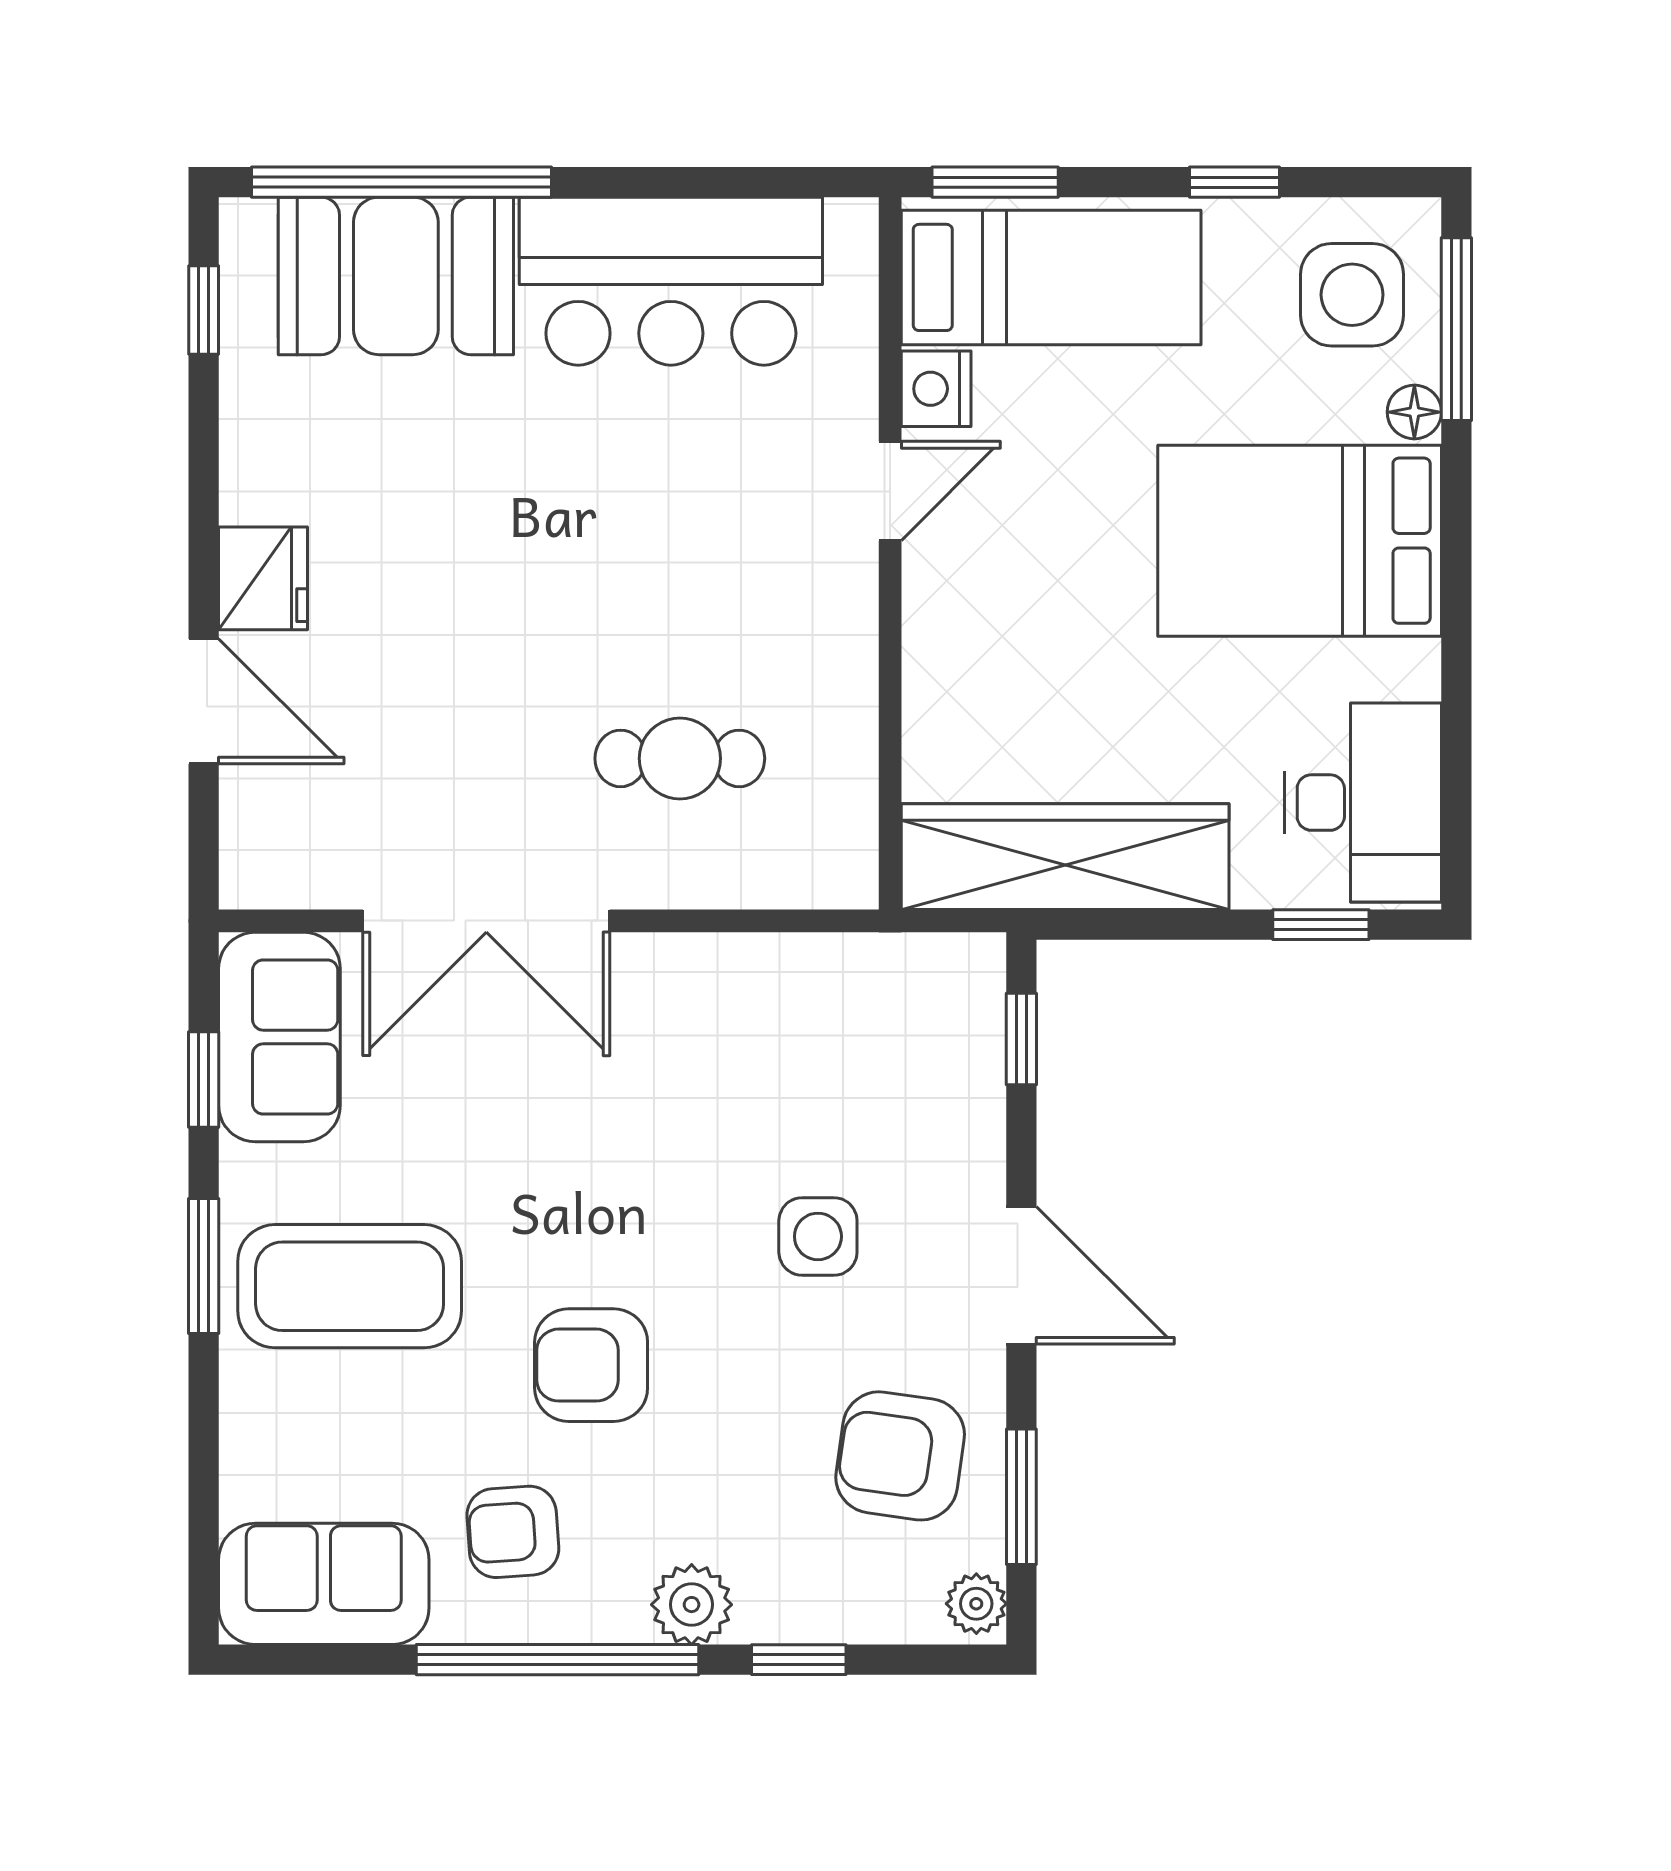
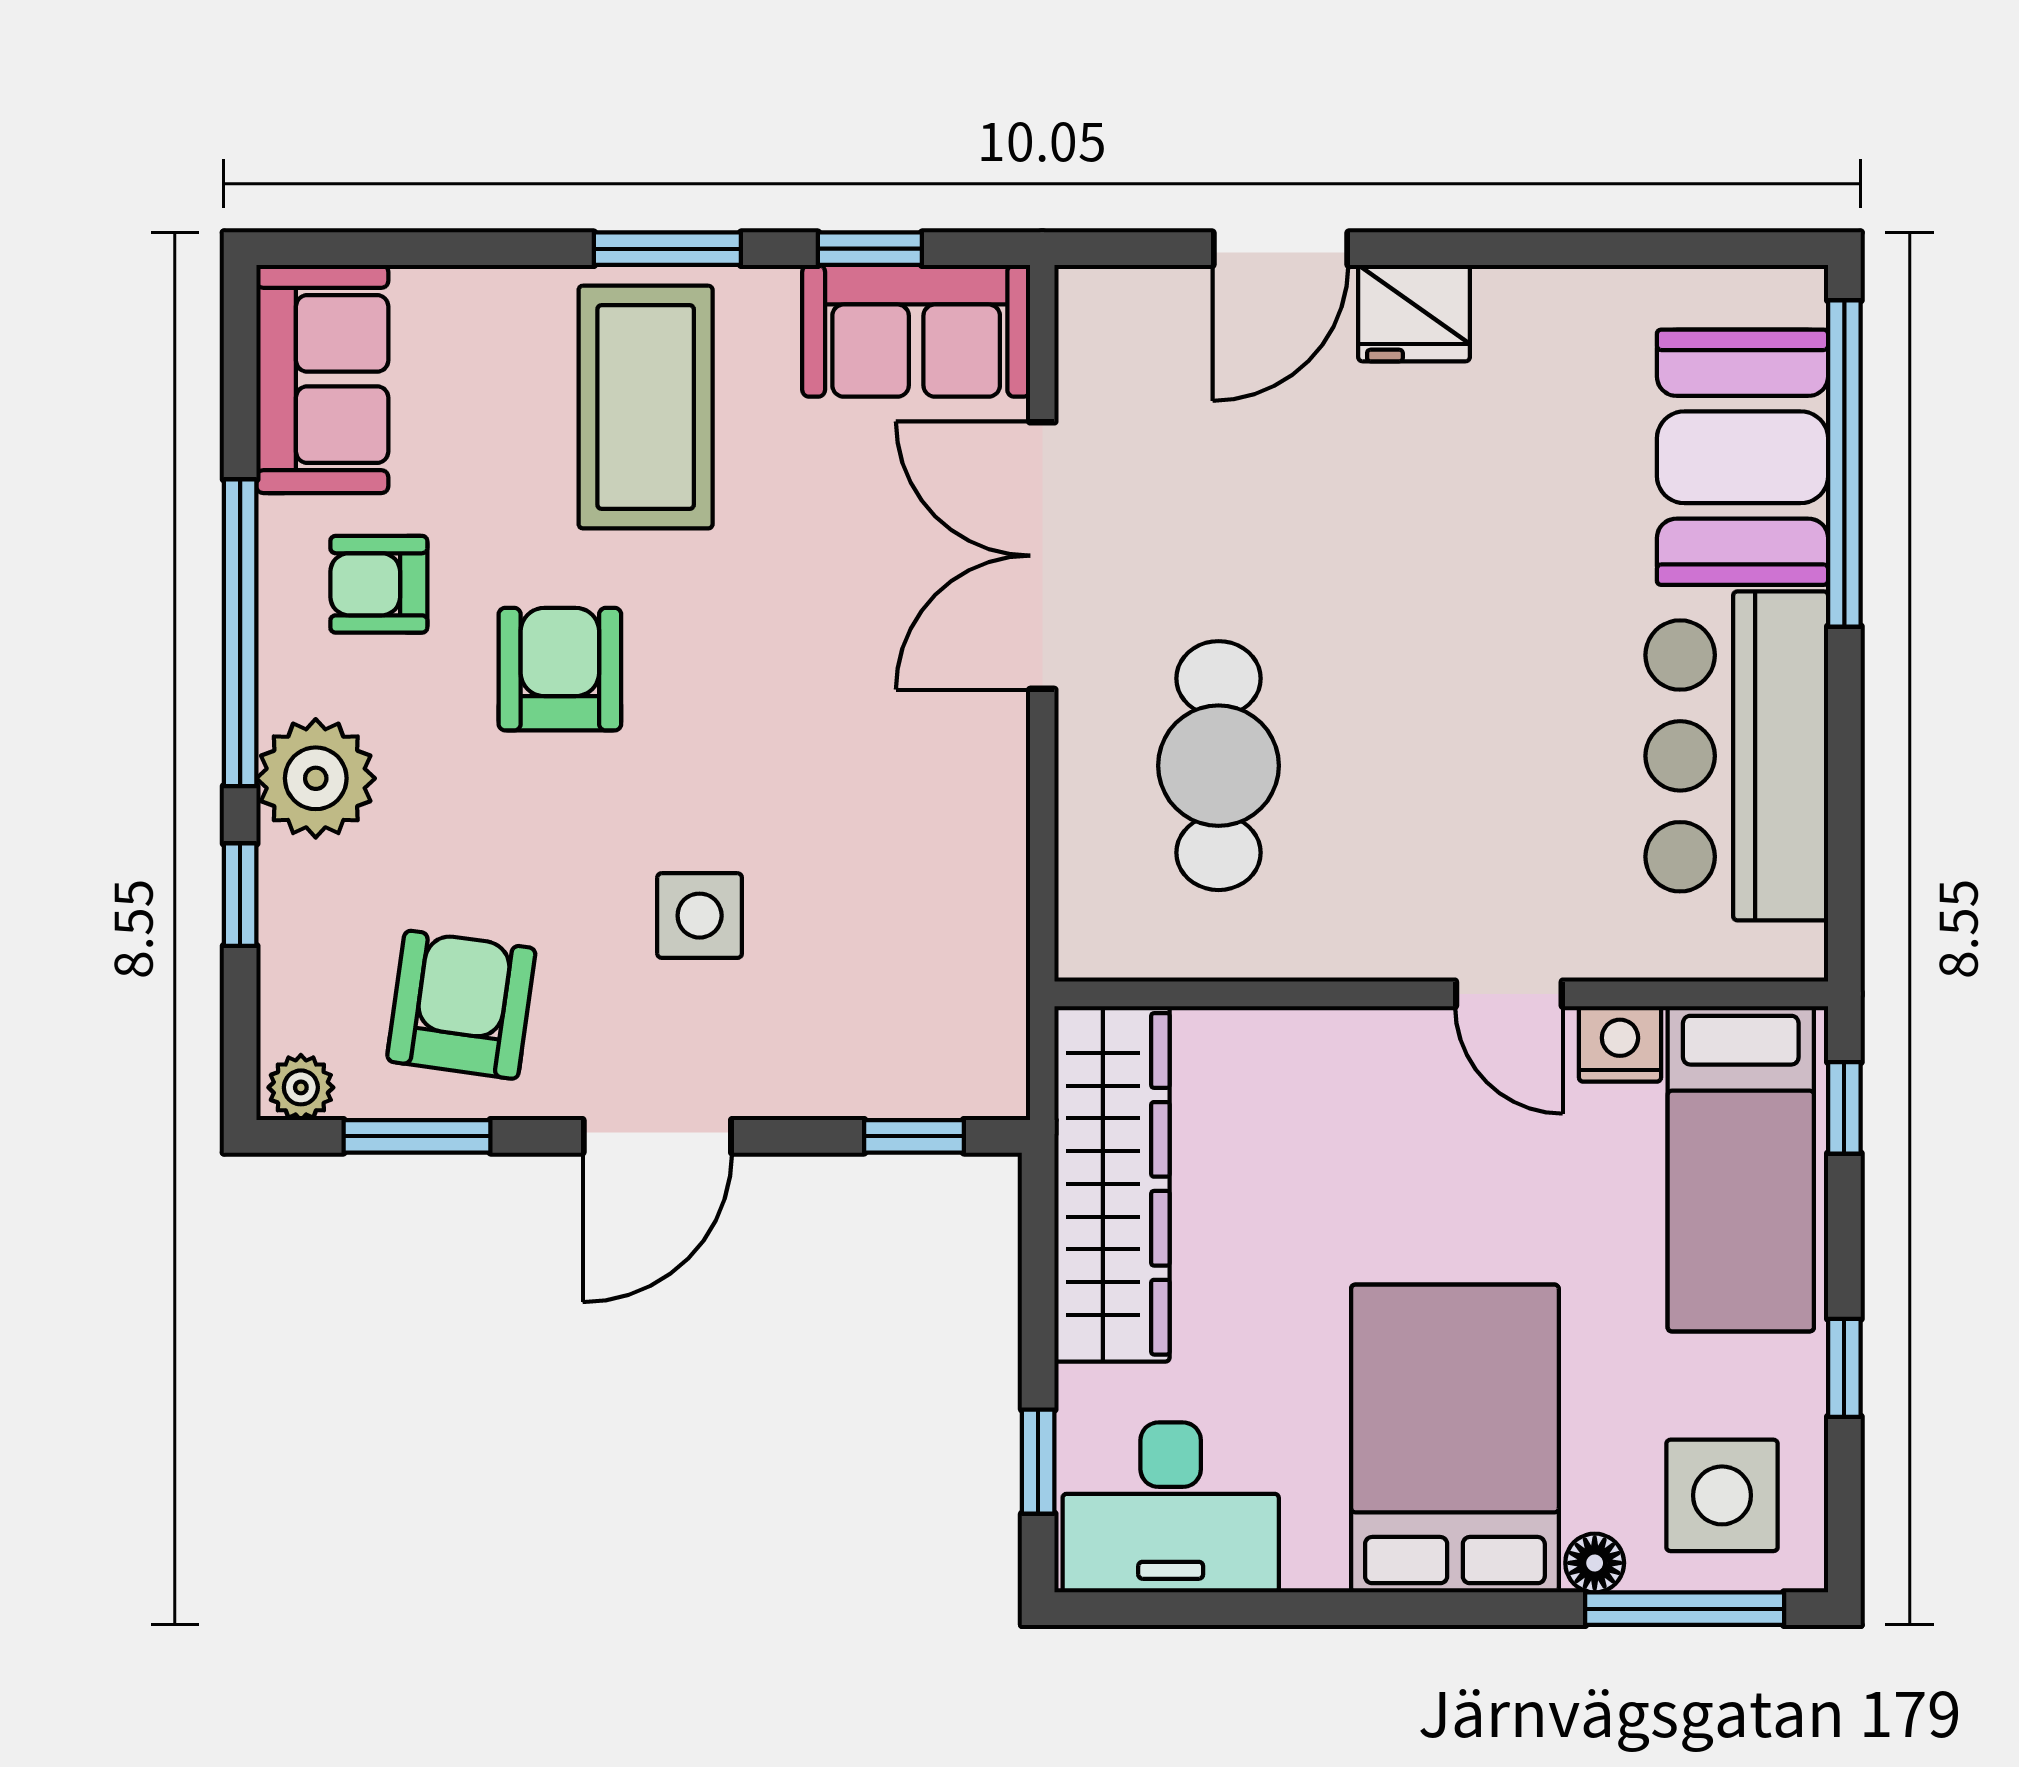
window: (995, 182) -> (1844, 1108), width x0.67
window: (204, 310) -> (1705, 249), removed
cafe table: (680, 758) -> (1219, 766), width x1.37, depth x1.35
armchair: (513, 1532) -> (379, 584), turned -86
plant: (692, 1605) -> (316, 778), width x1.36, depth x1.36

